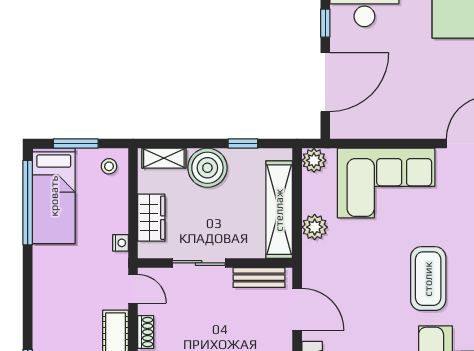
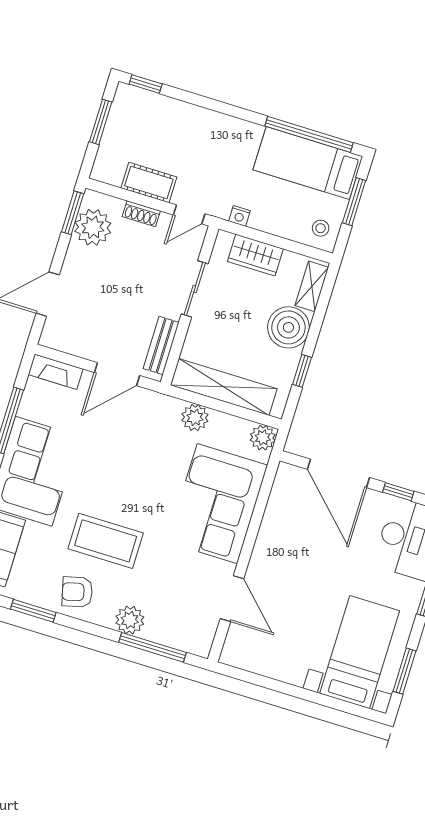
coffee table: (428, 279) -> (106, 541), moved

